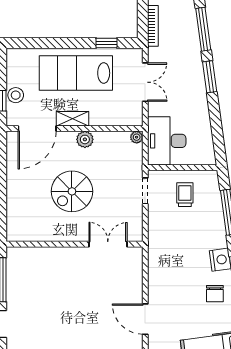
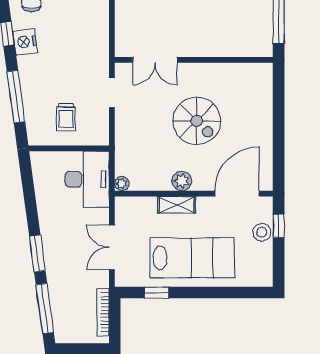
shelving: (73, 119) -> (177, 205), moved
spiral stairs: (72, 191) -> (197, 121), turned 90
doorway: (145, 191) -> (112, 92), moved

